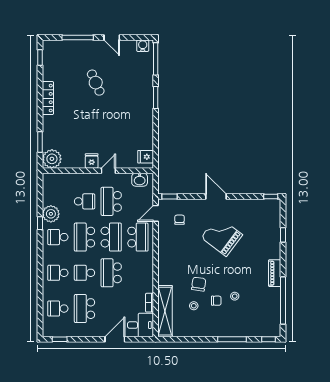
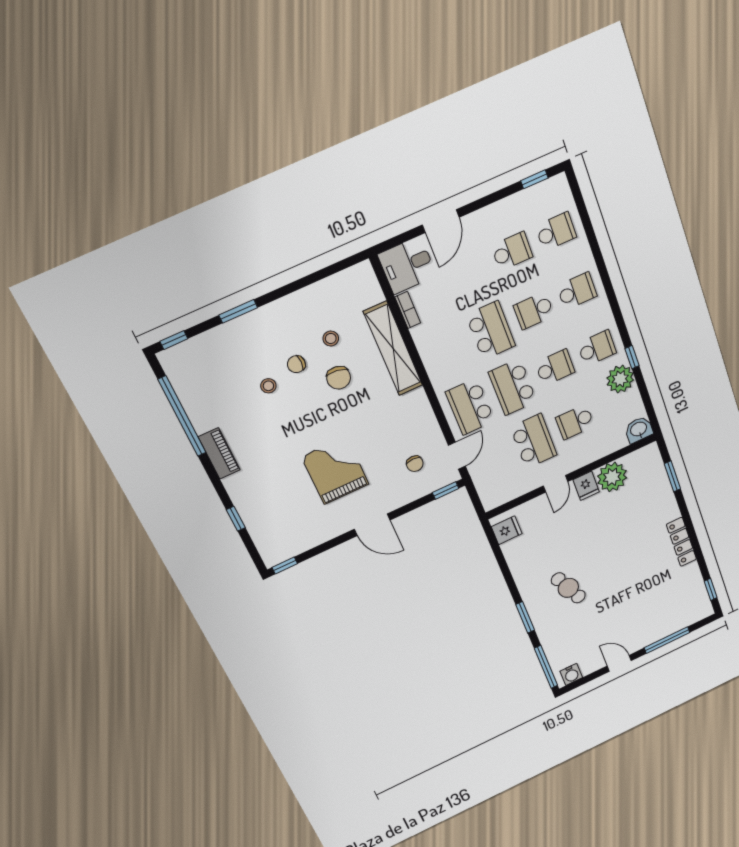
cafe table: (96, 83) -> (568, 588), moved
plant: (52, 159) -> (612, 477), moved
washbasin: (140, 180) -> (639, 430), moved
grand piano: (222, 236) -> (335, 470), turned -127
school desk: (85, 237) -> (555, 367), width x0.54
school desk: (85, 273) -> (534, 311), turned 180
school desk: (85, 309) -> (512, 251), width x0.54
shelving: (165, 311) -> (393, 349), moved
window: (232, 339) -> (238, 311), width x0.69

